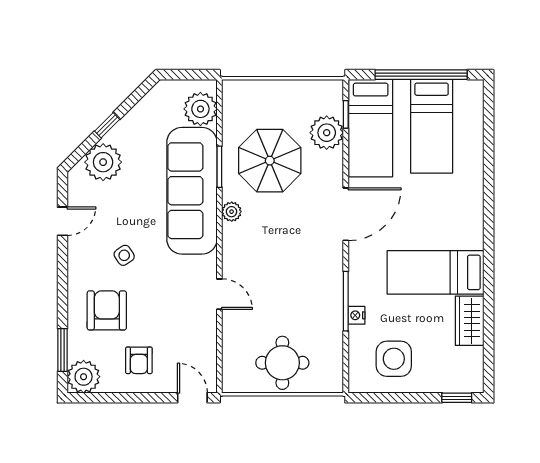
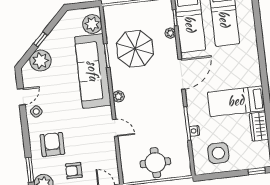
plant: (327, 133) -> (170, 33), width x0.53, depth x0.53
plant: (232, 212) -> (118, 96), moved
side table: (124, 255) -> (36, 111), moved
armchair: (139, 360) -> (74, 171), turned 90

